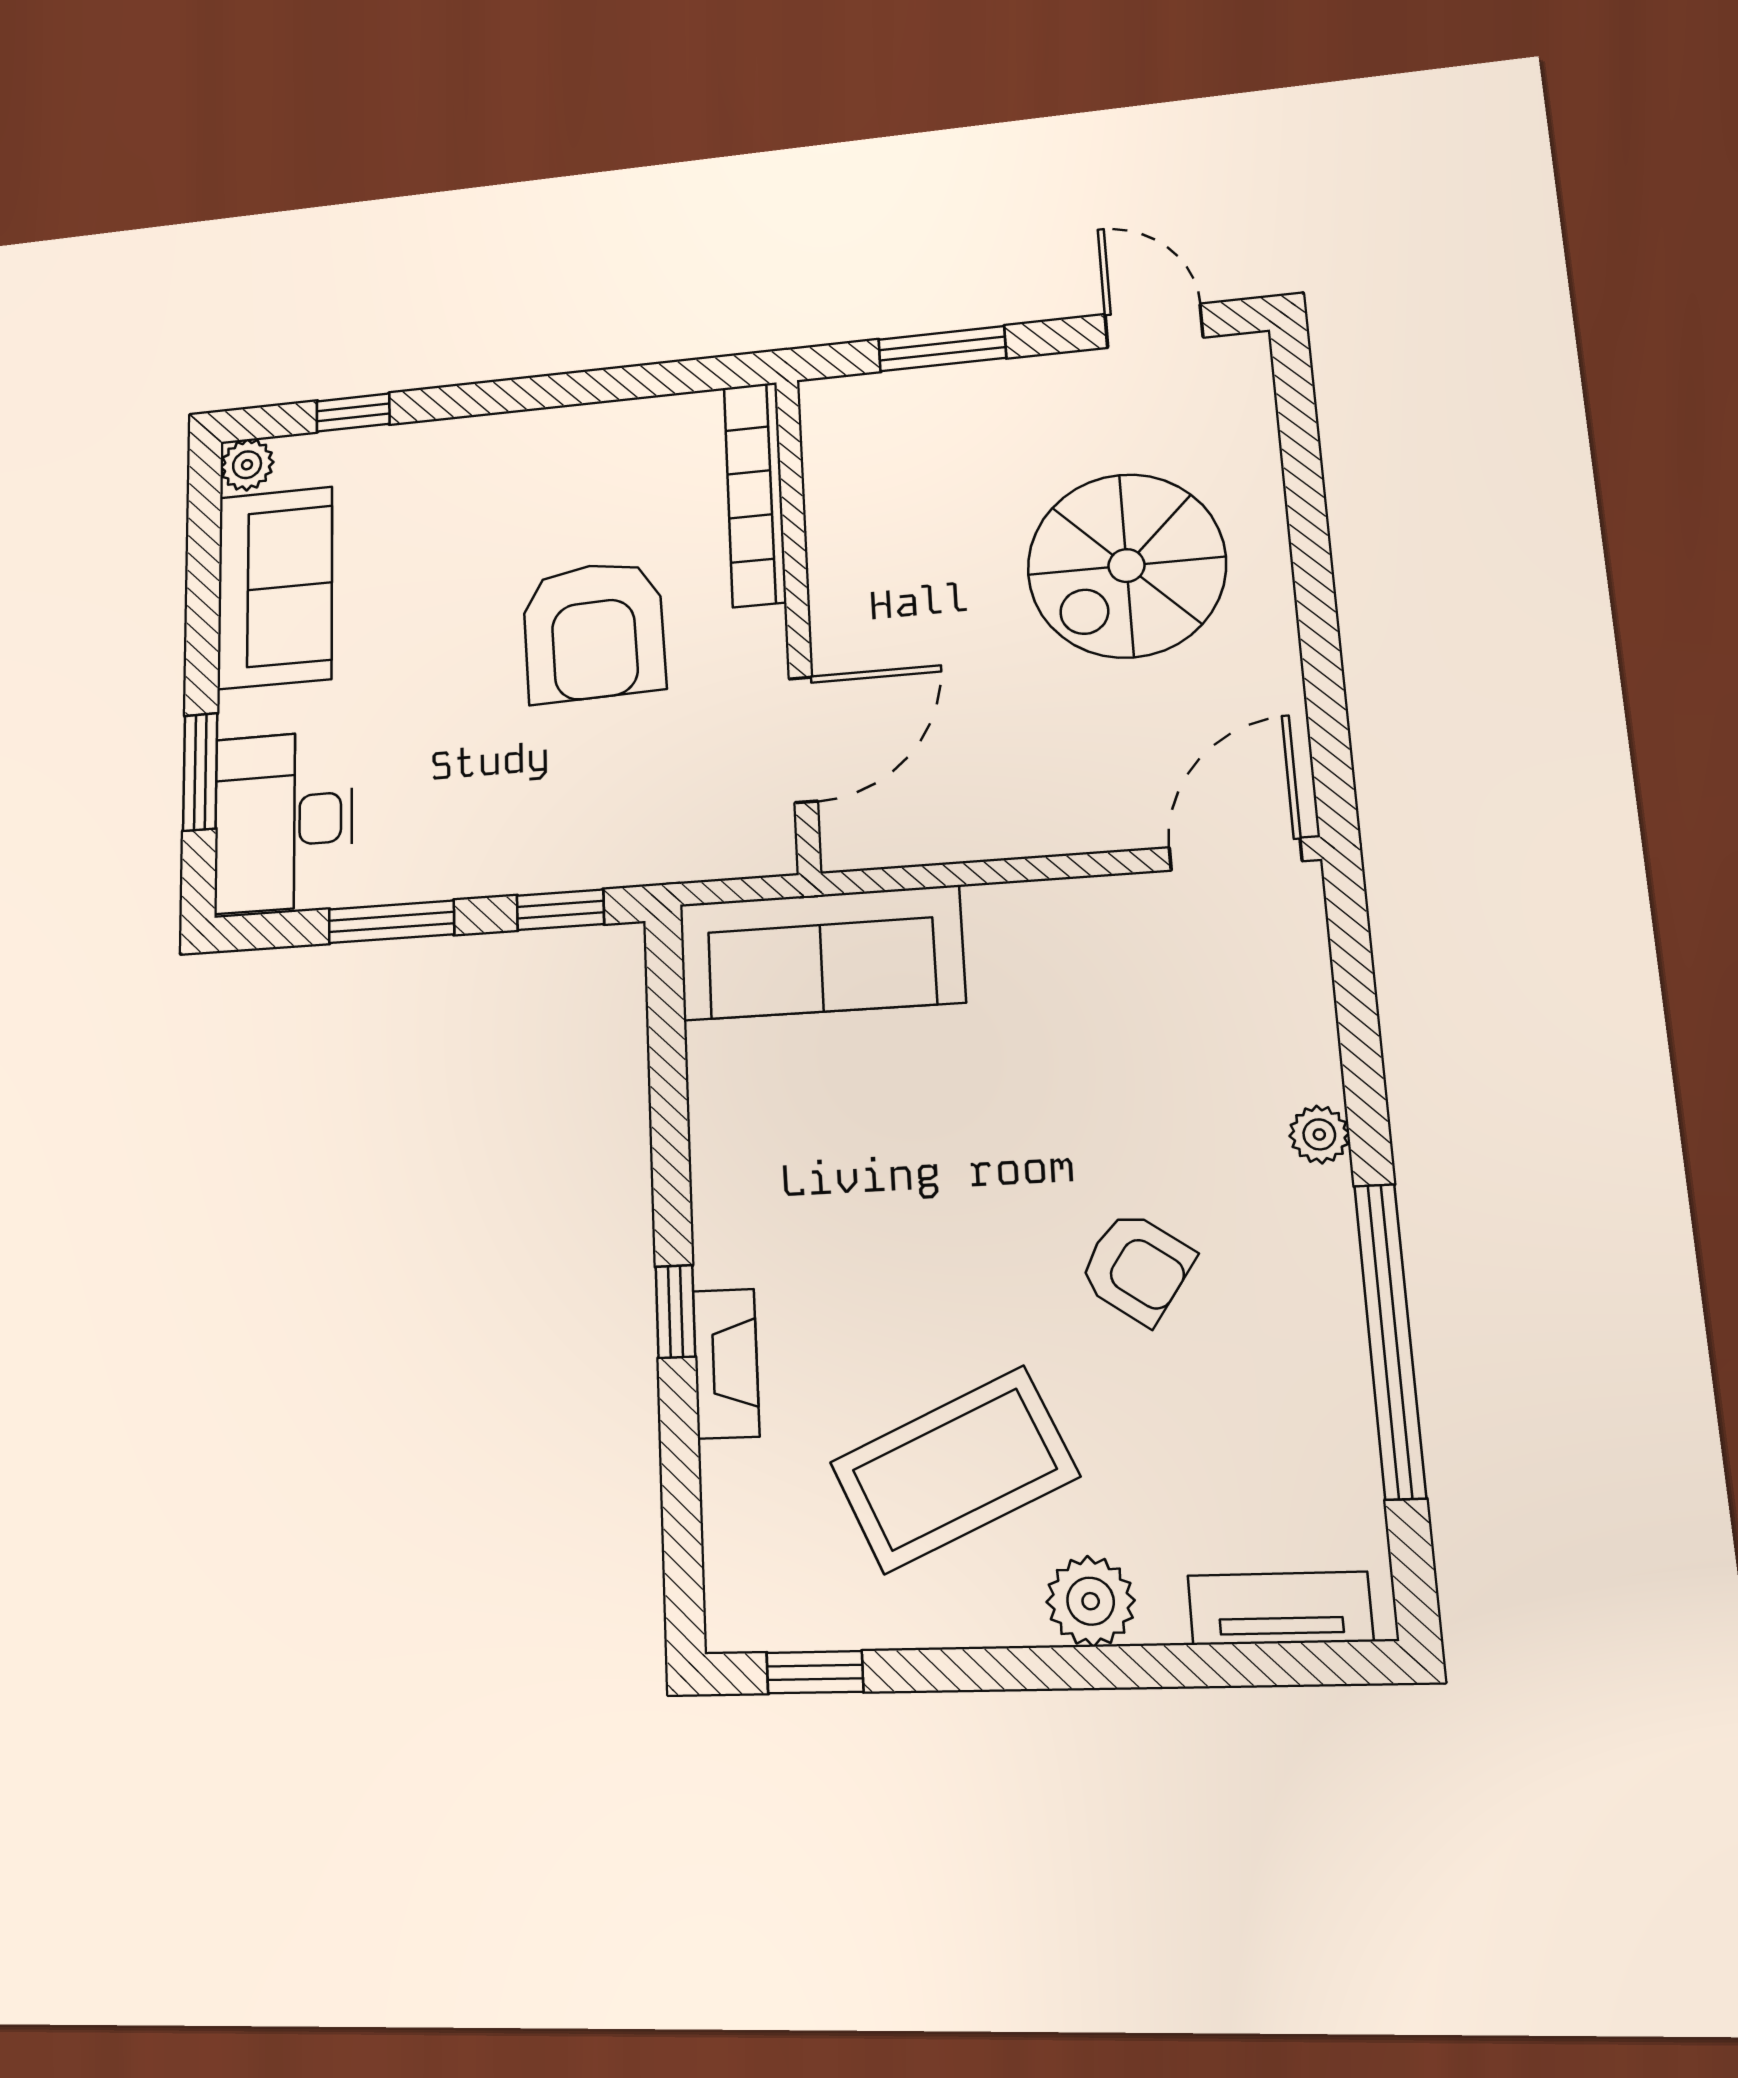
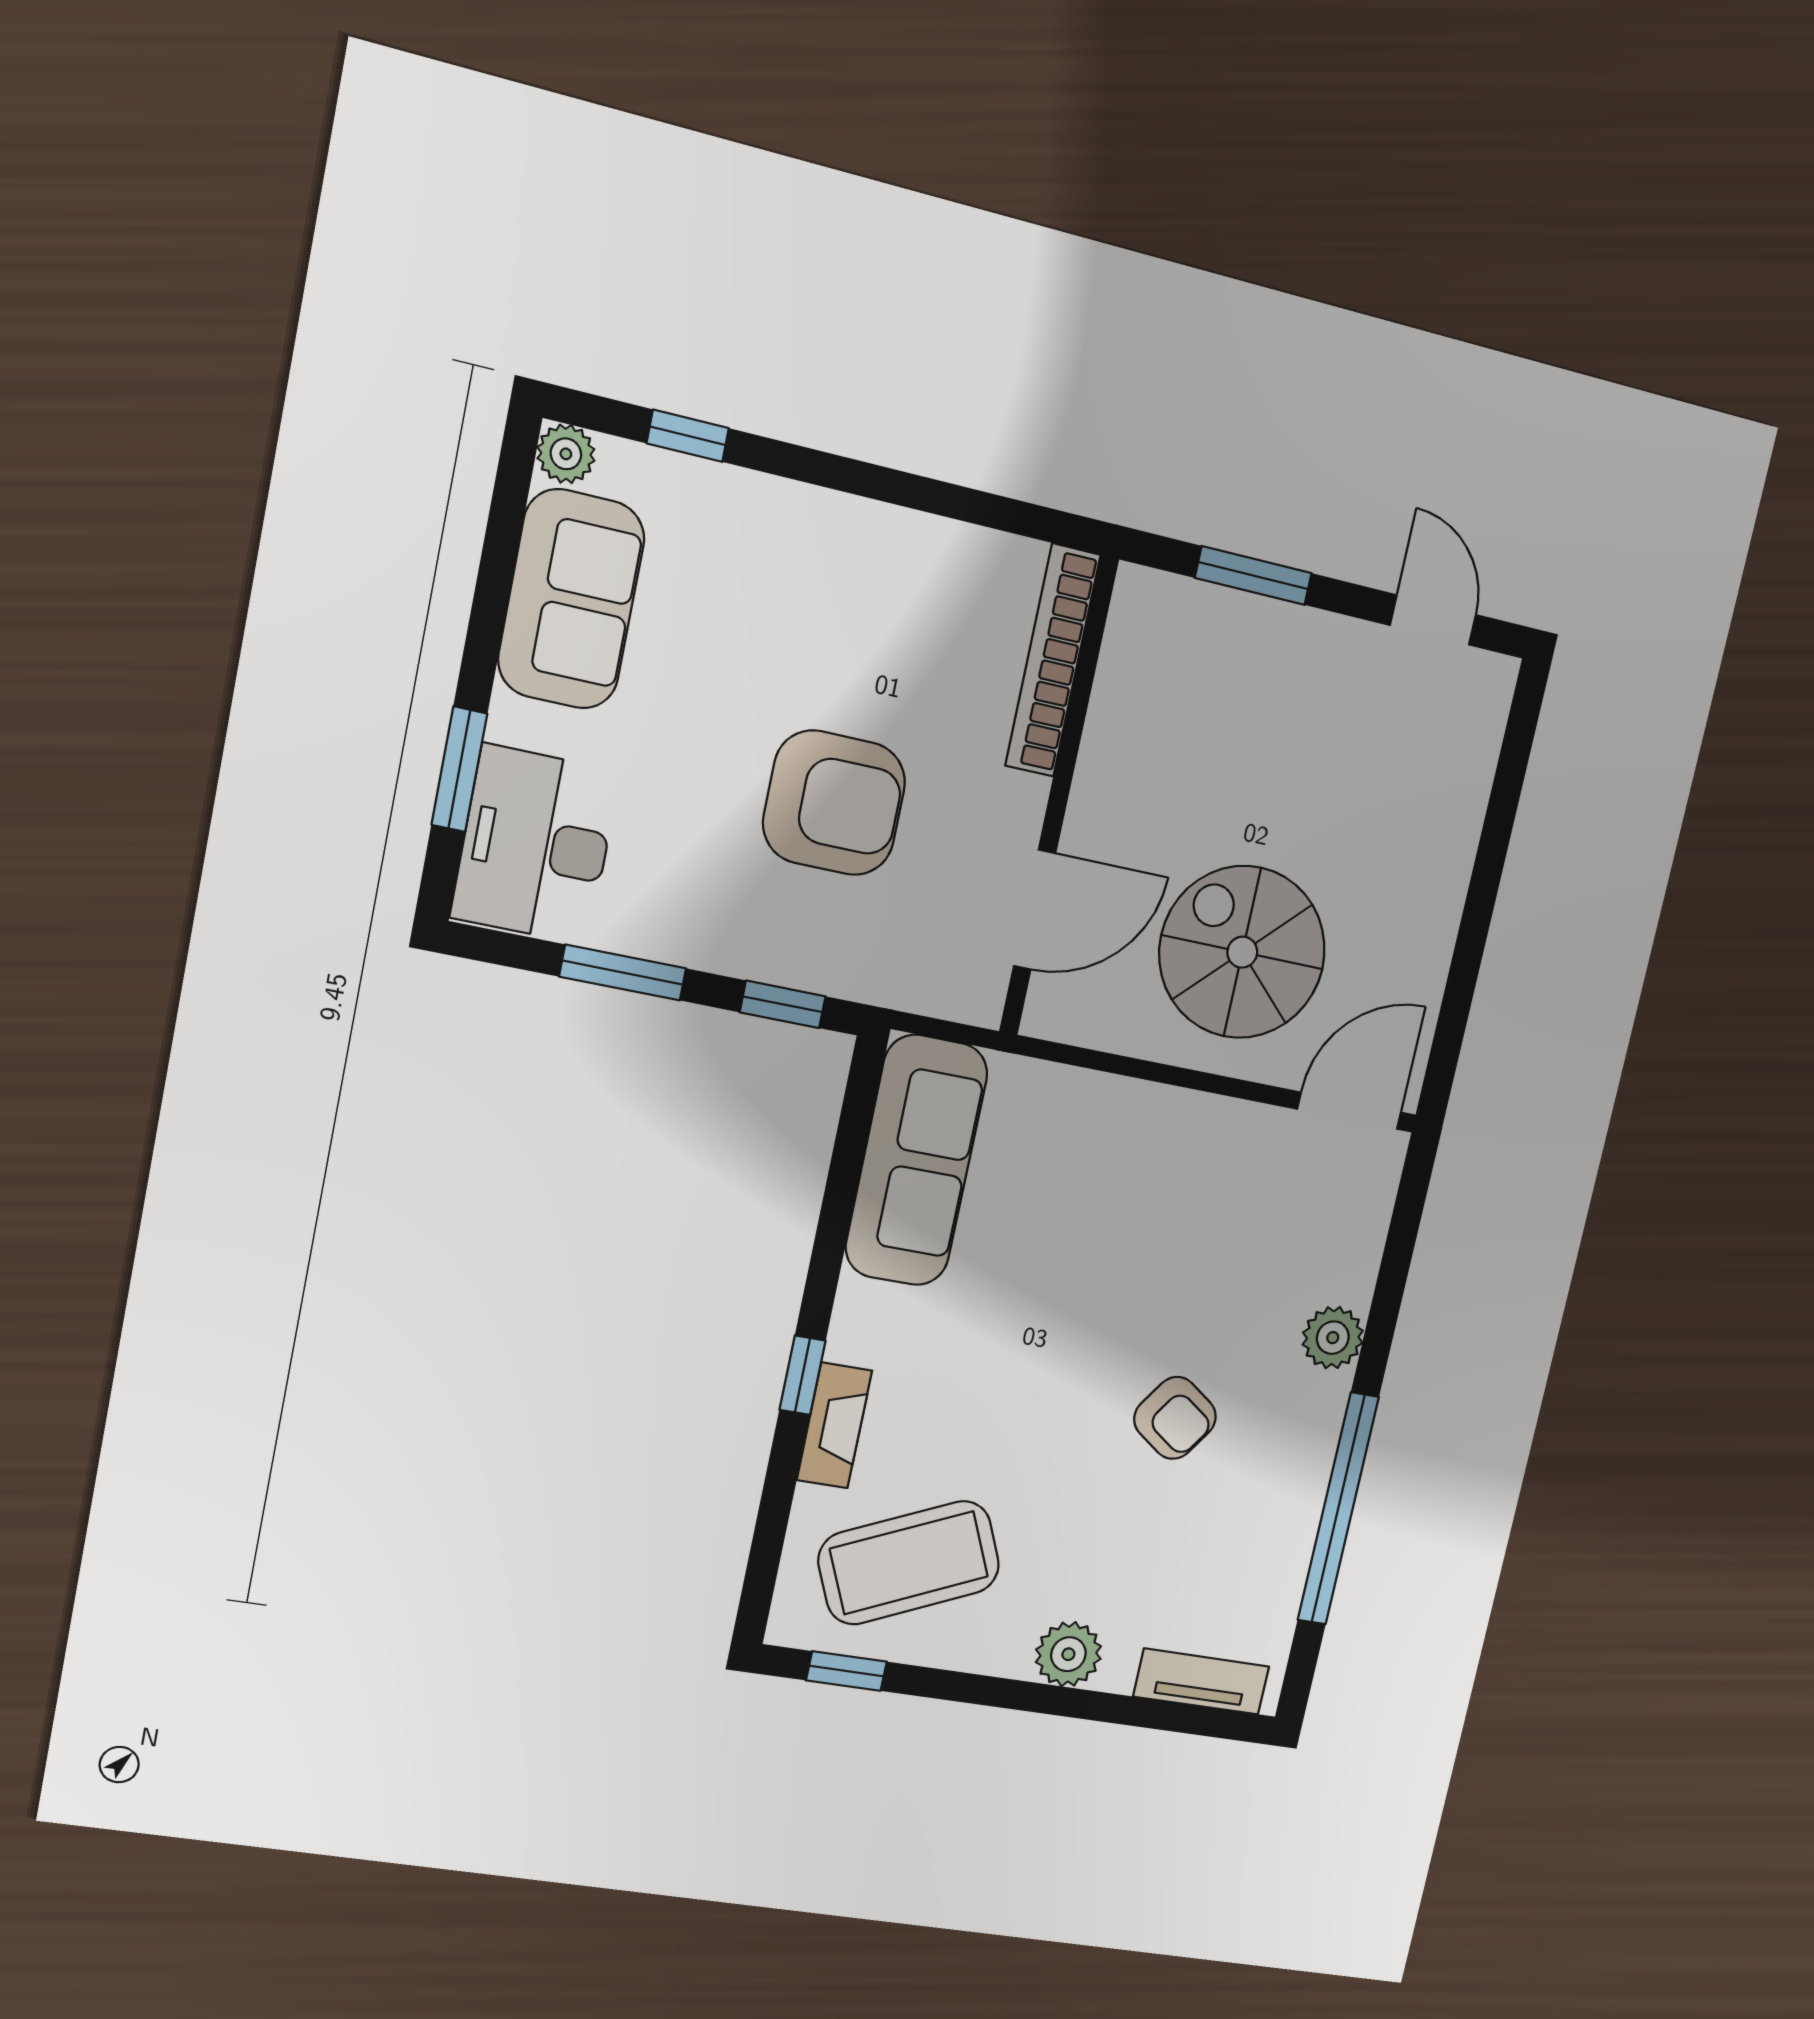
spiral stairs: (1126, 566) -> (1242, 952), moved, turned 90
armchair: (594, 631) -> (834, 803), moved, turned -88
sofa: (821, 953) -> (916, 1161), moved, turned -90
plant: (1319, 1134) -> (1333, 1338), width x1.38, depth x1.38
coffee table: (954, 1470) -> (909, 1563), moved

